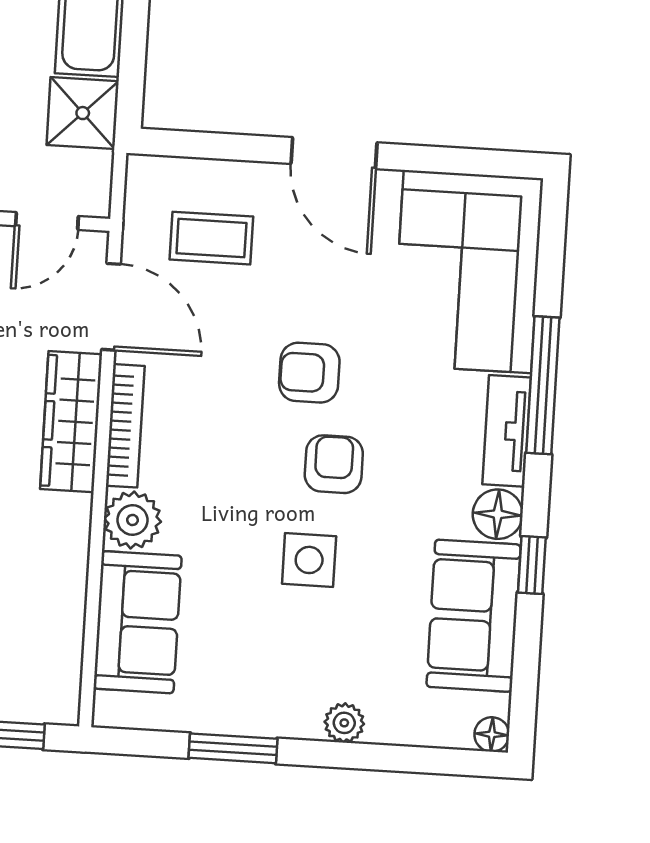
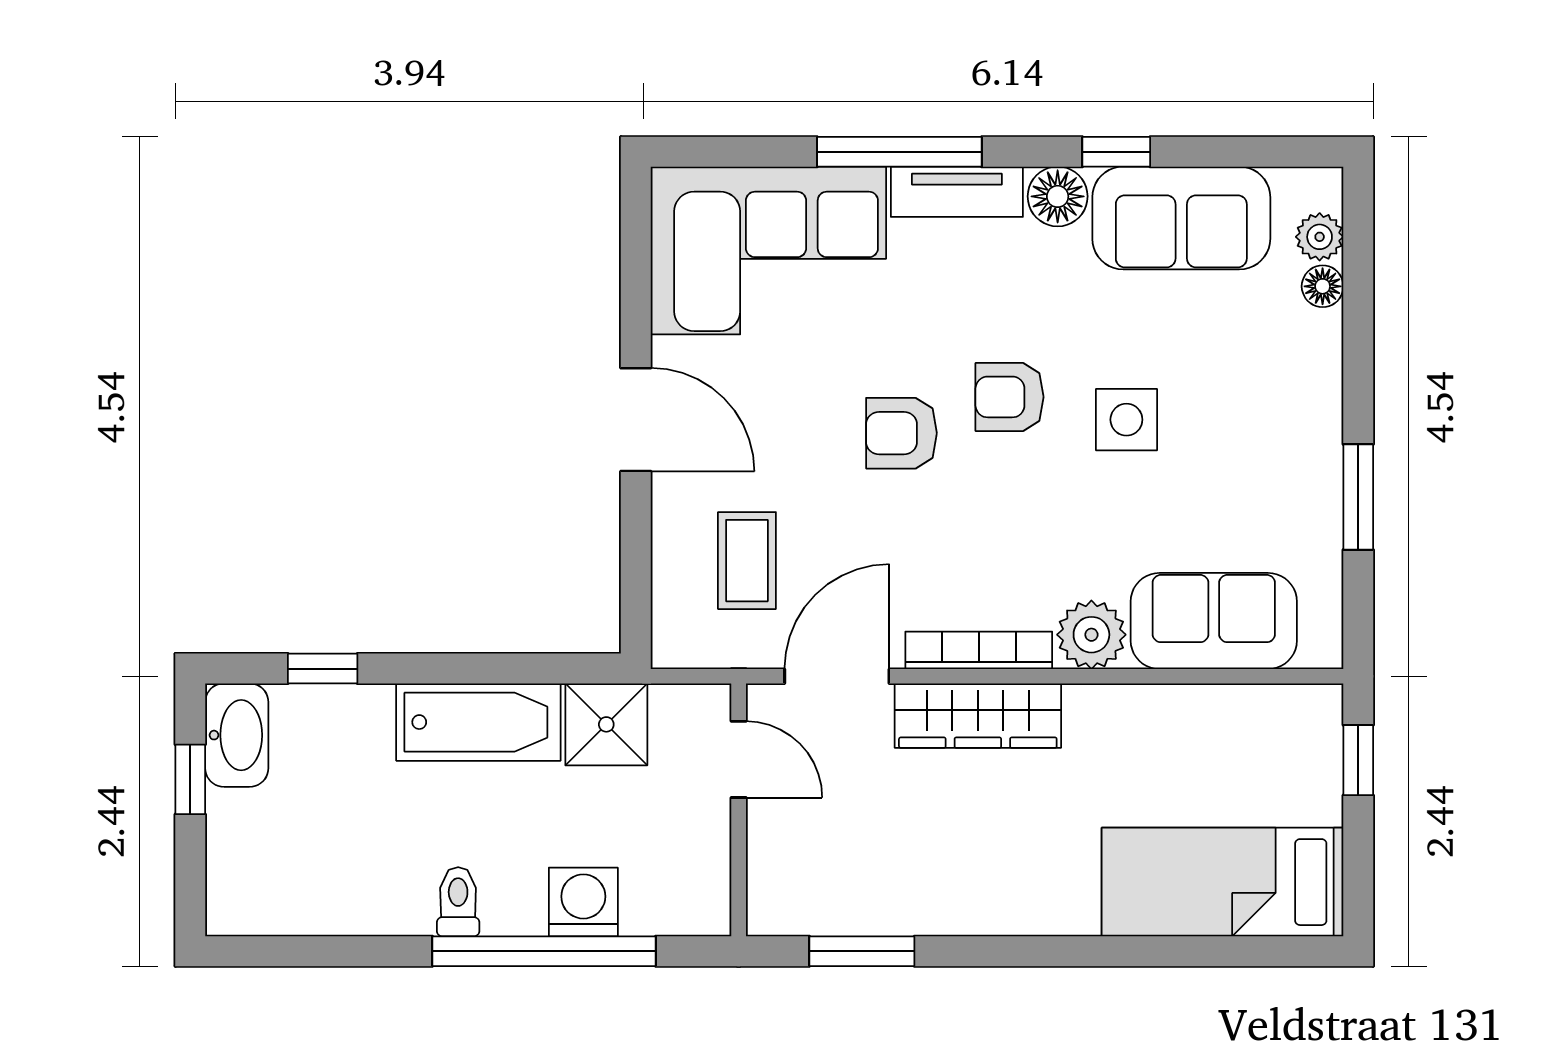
door: (334, 153) -> (636, 420), hinge flipped
armchair: (309, 373) -> (901, 433), turned 90
plant: (344, 723) -> (1320, 237), moved
floor lamp: (492, 734) -> (1323, 286), moved

